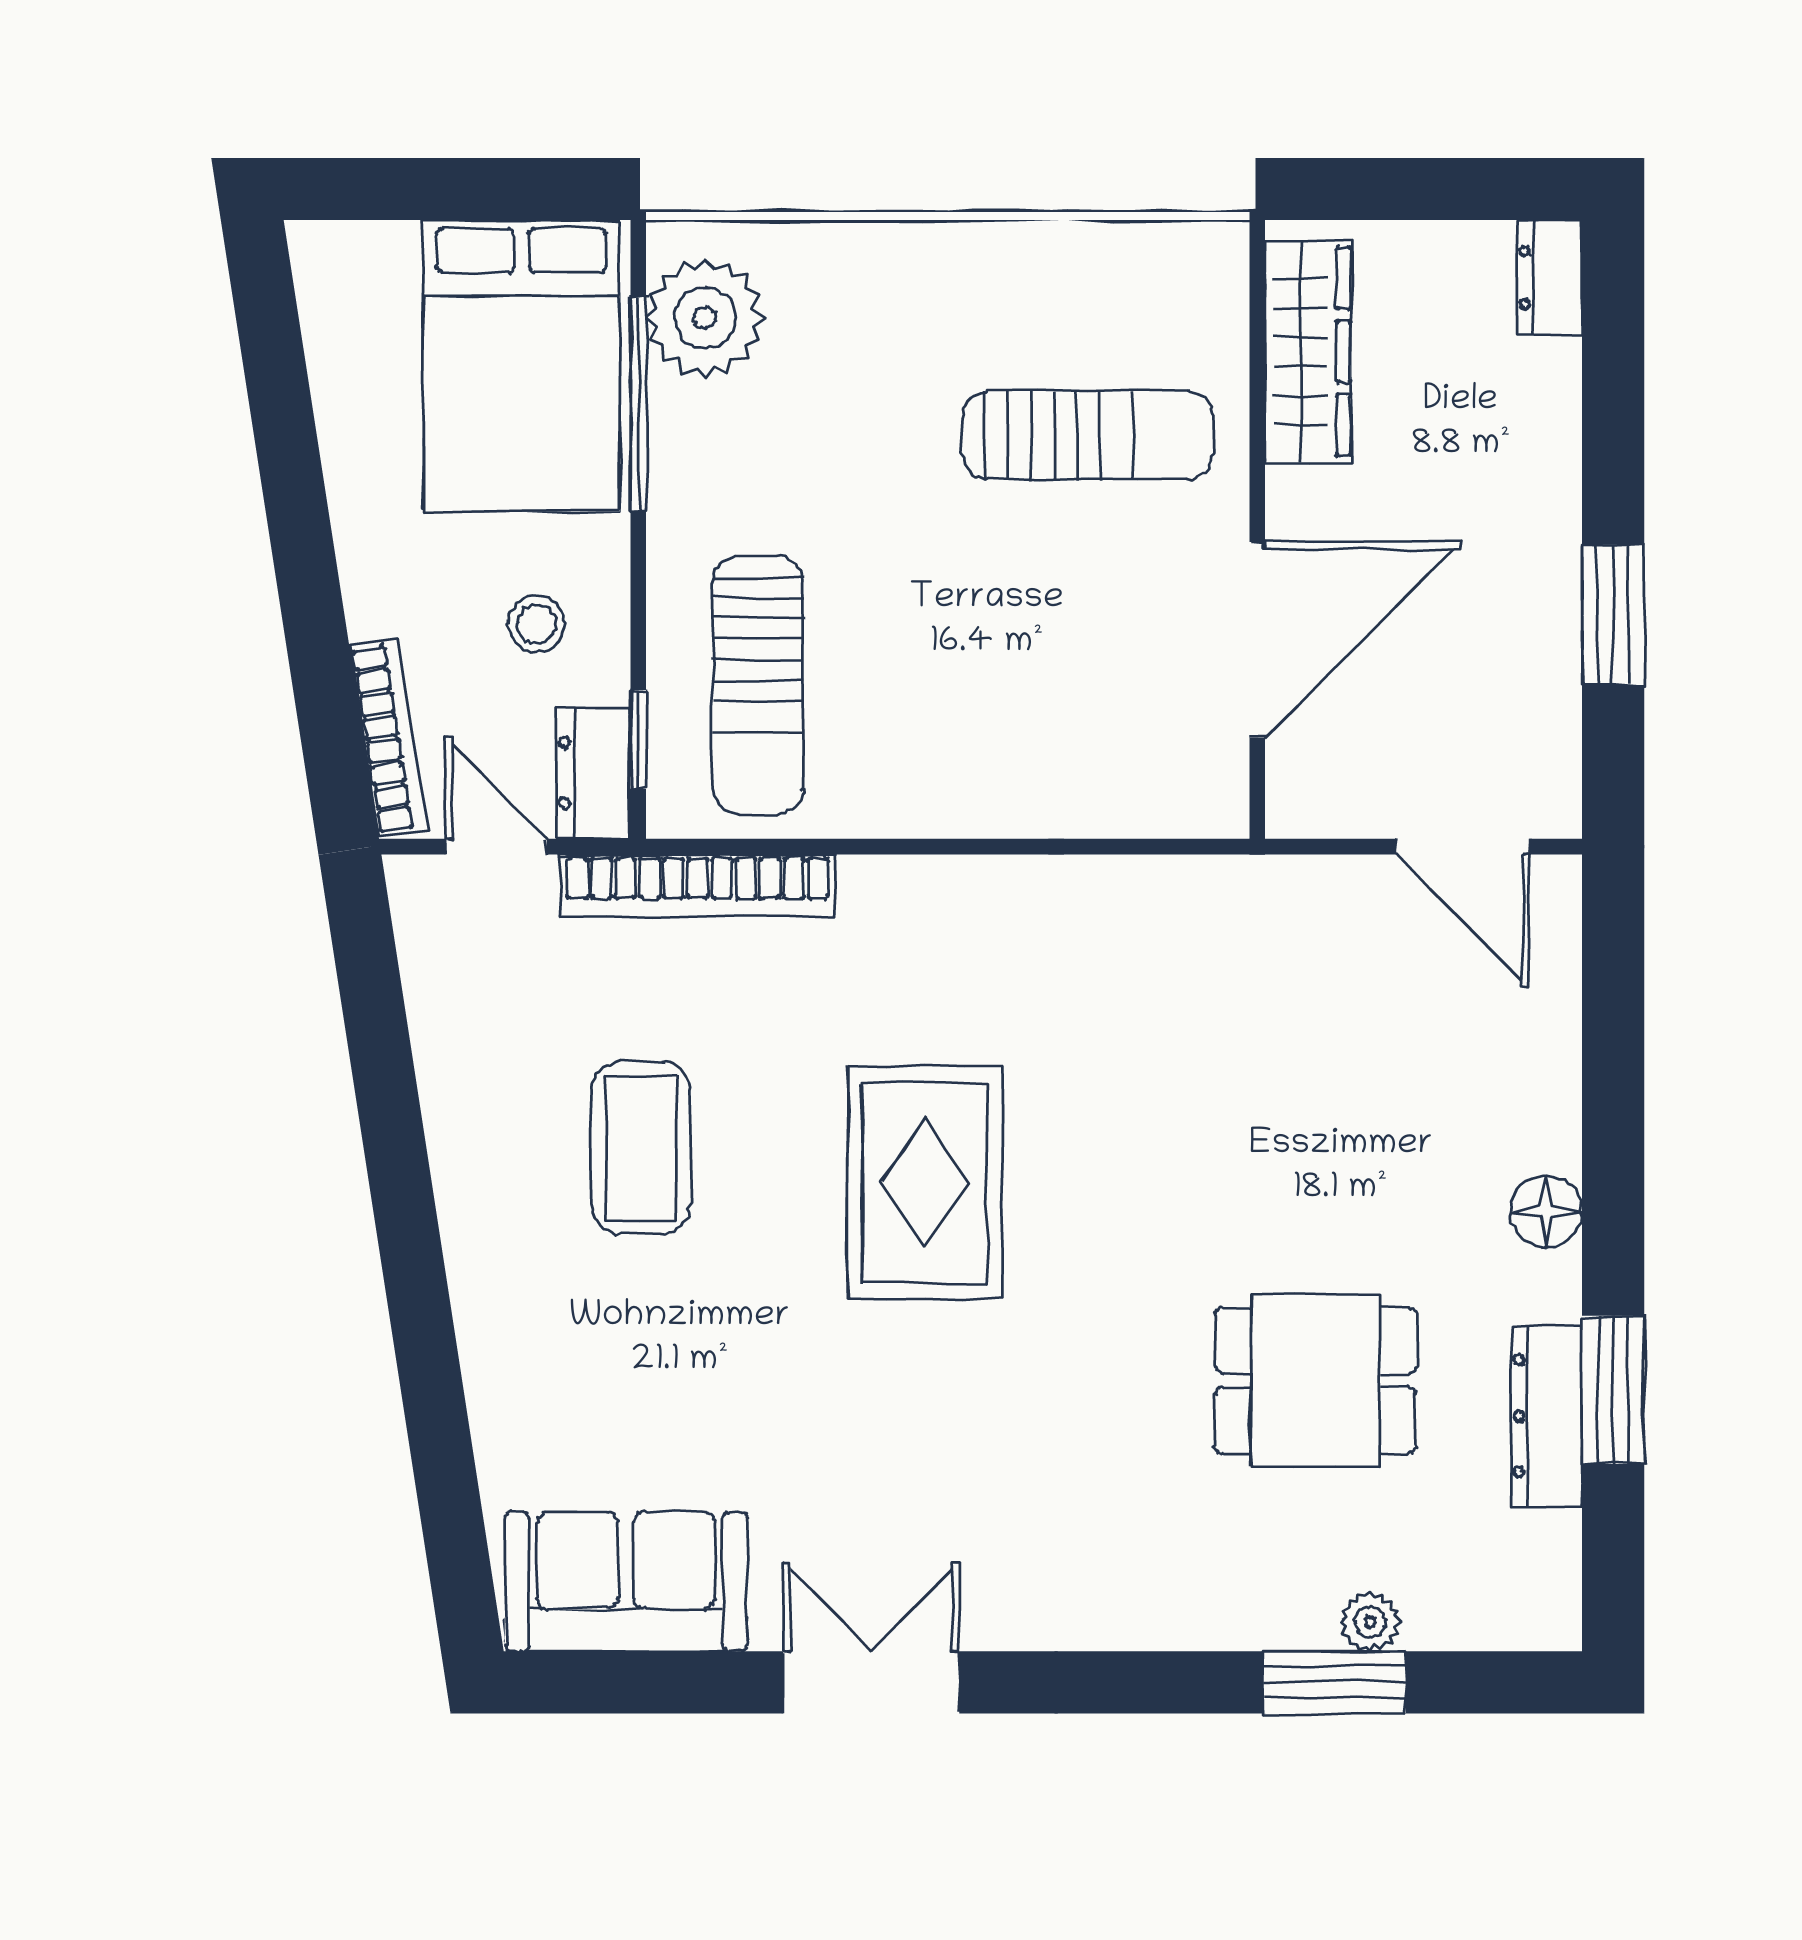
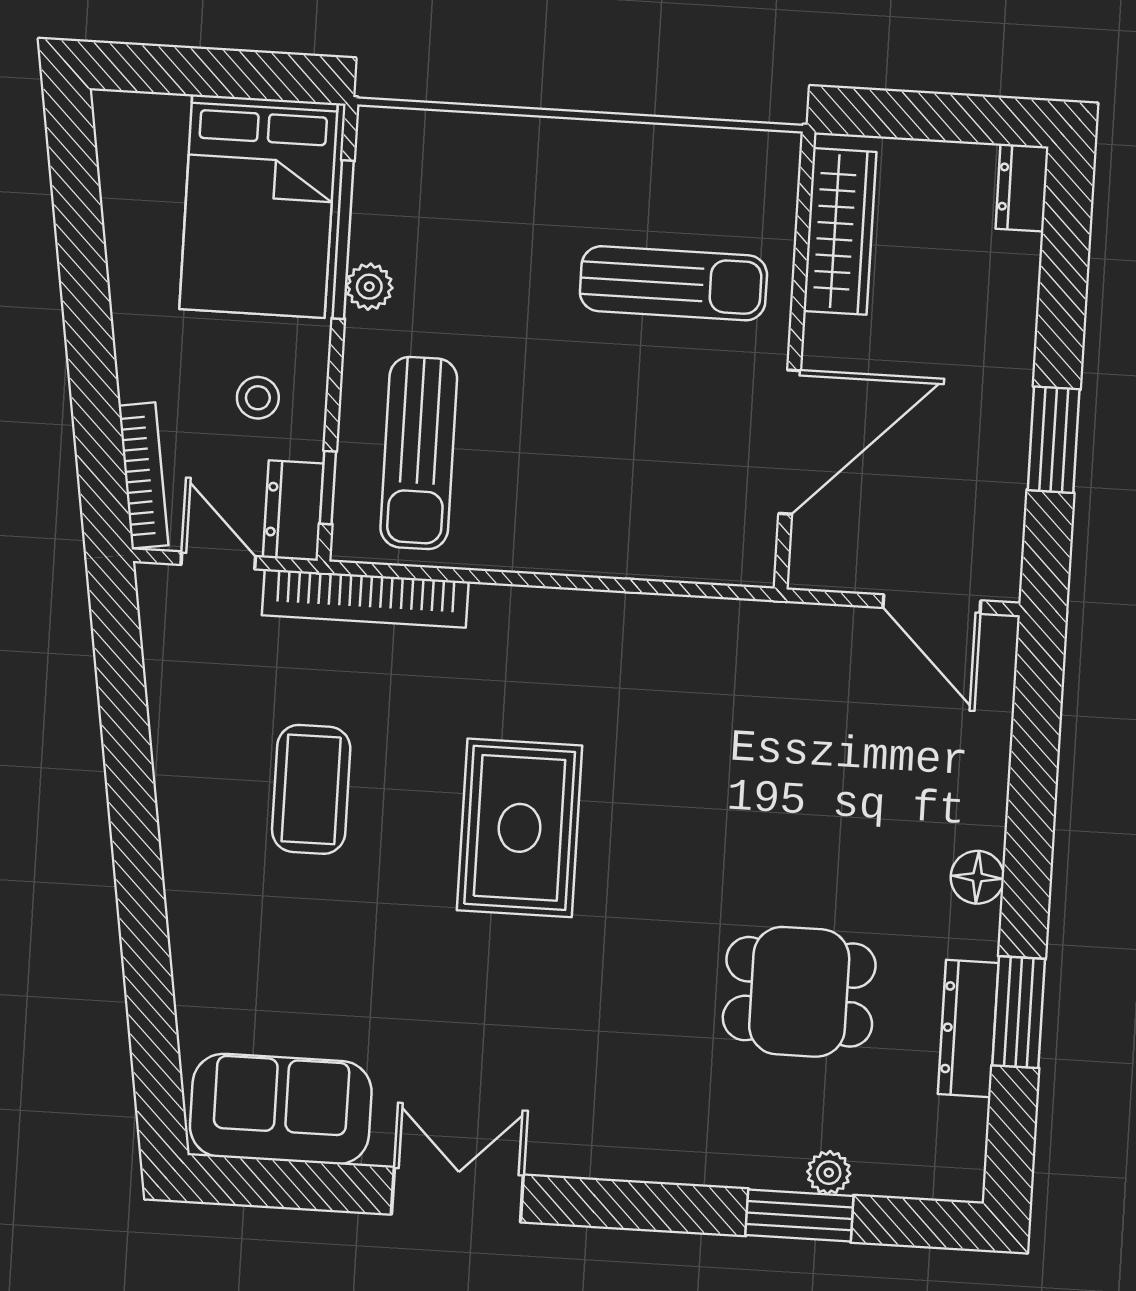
plant: (705, 318) -> (369, 287), moved, width x0.53, depth x0.53

